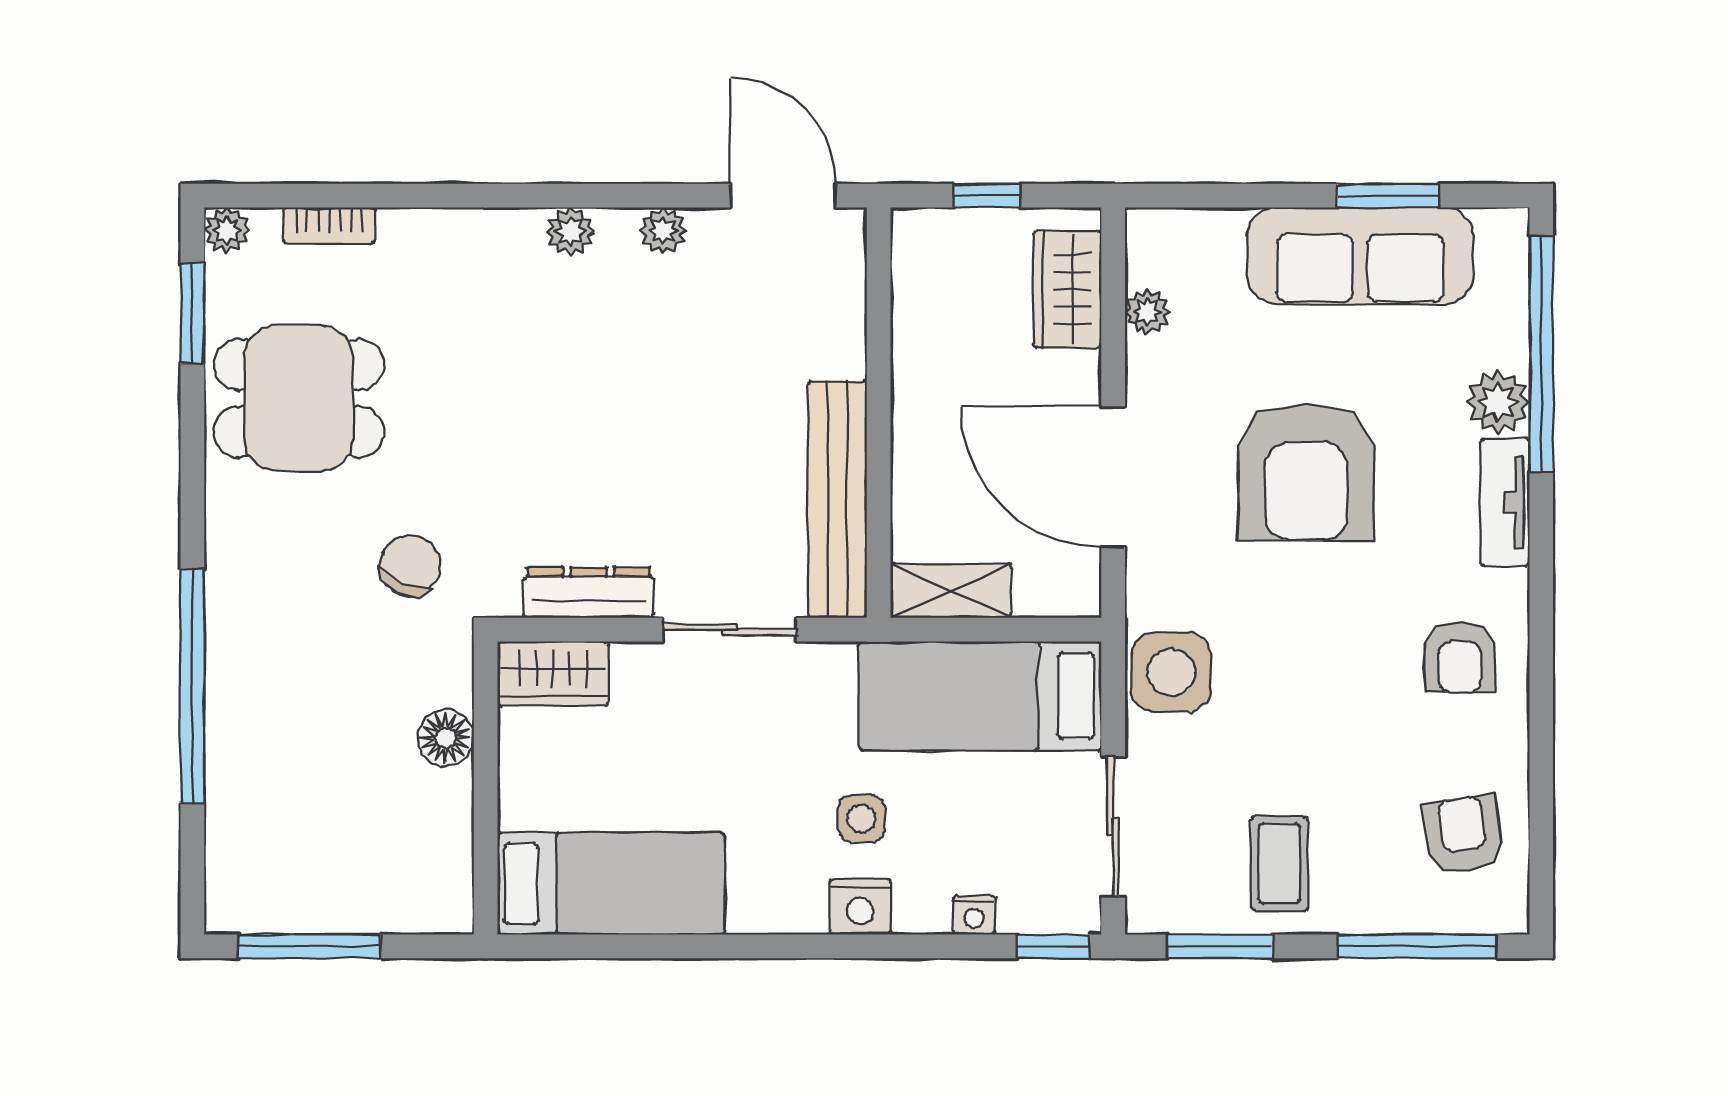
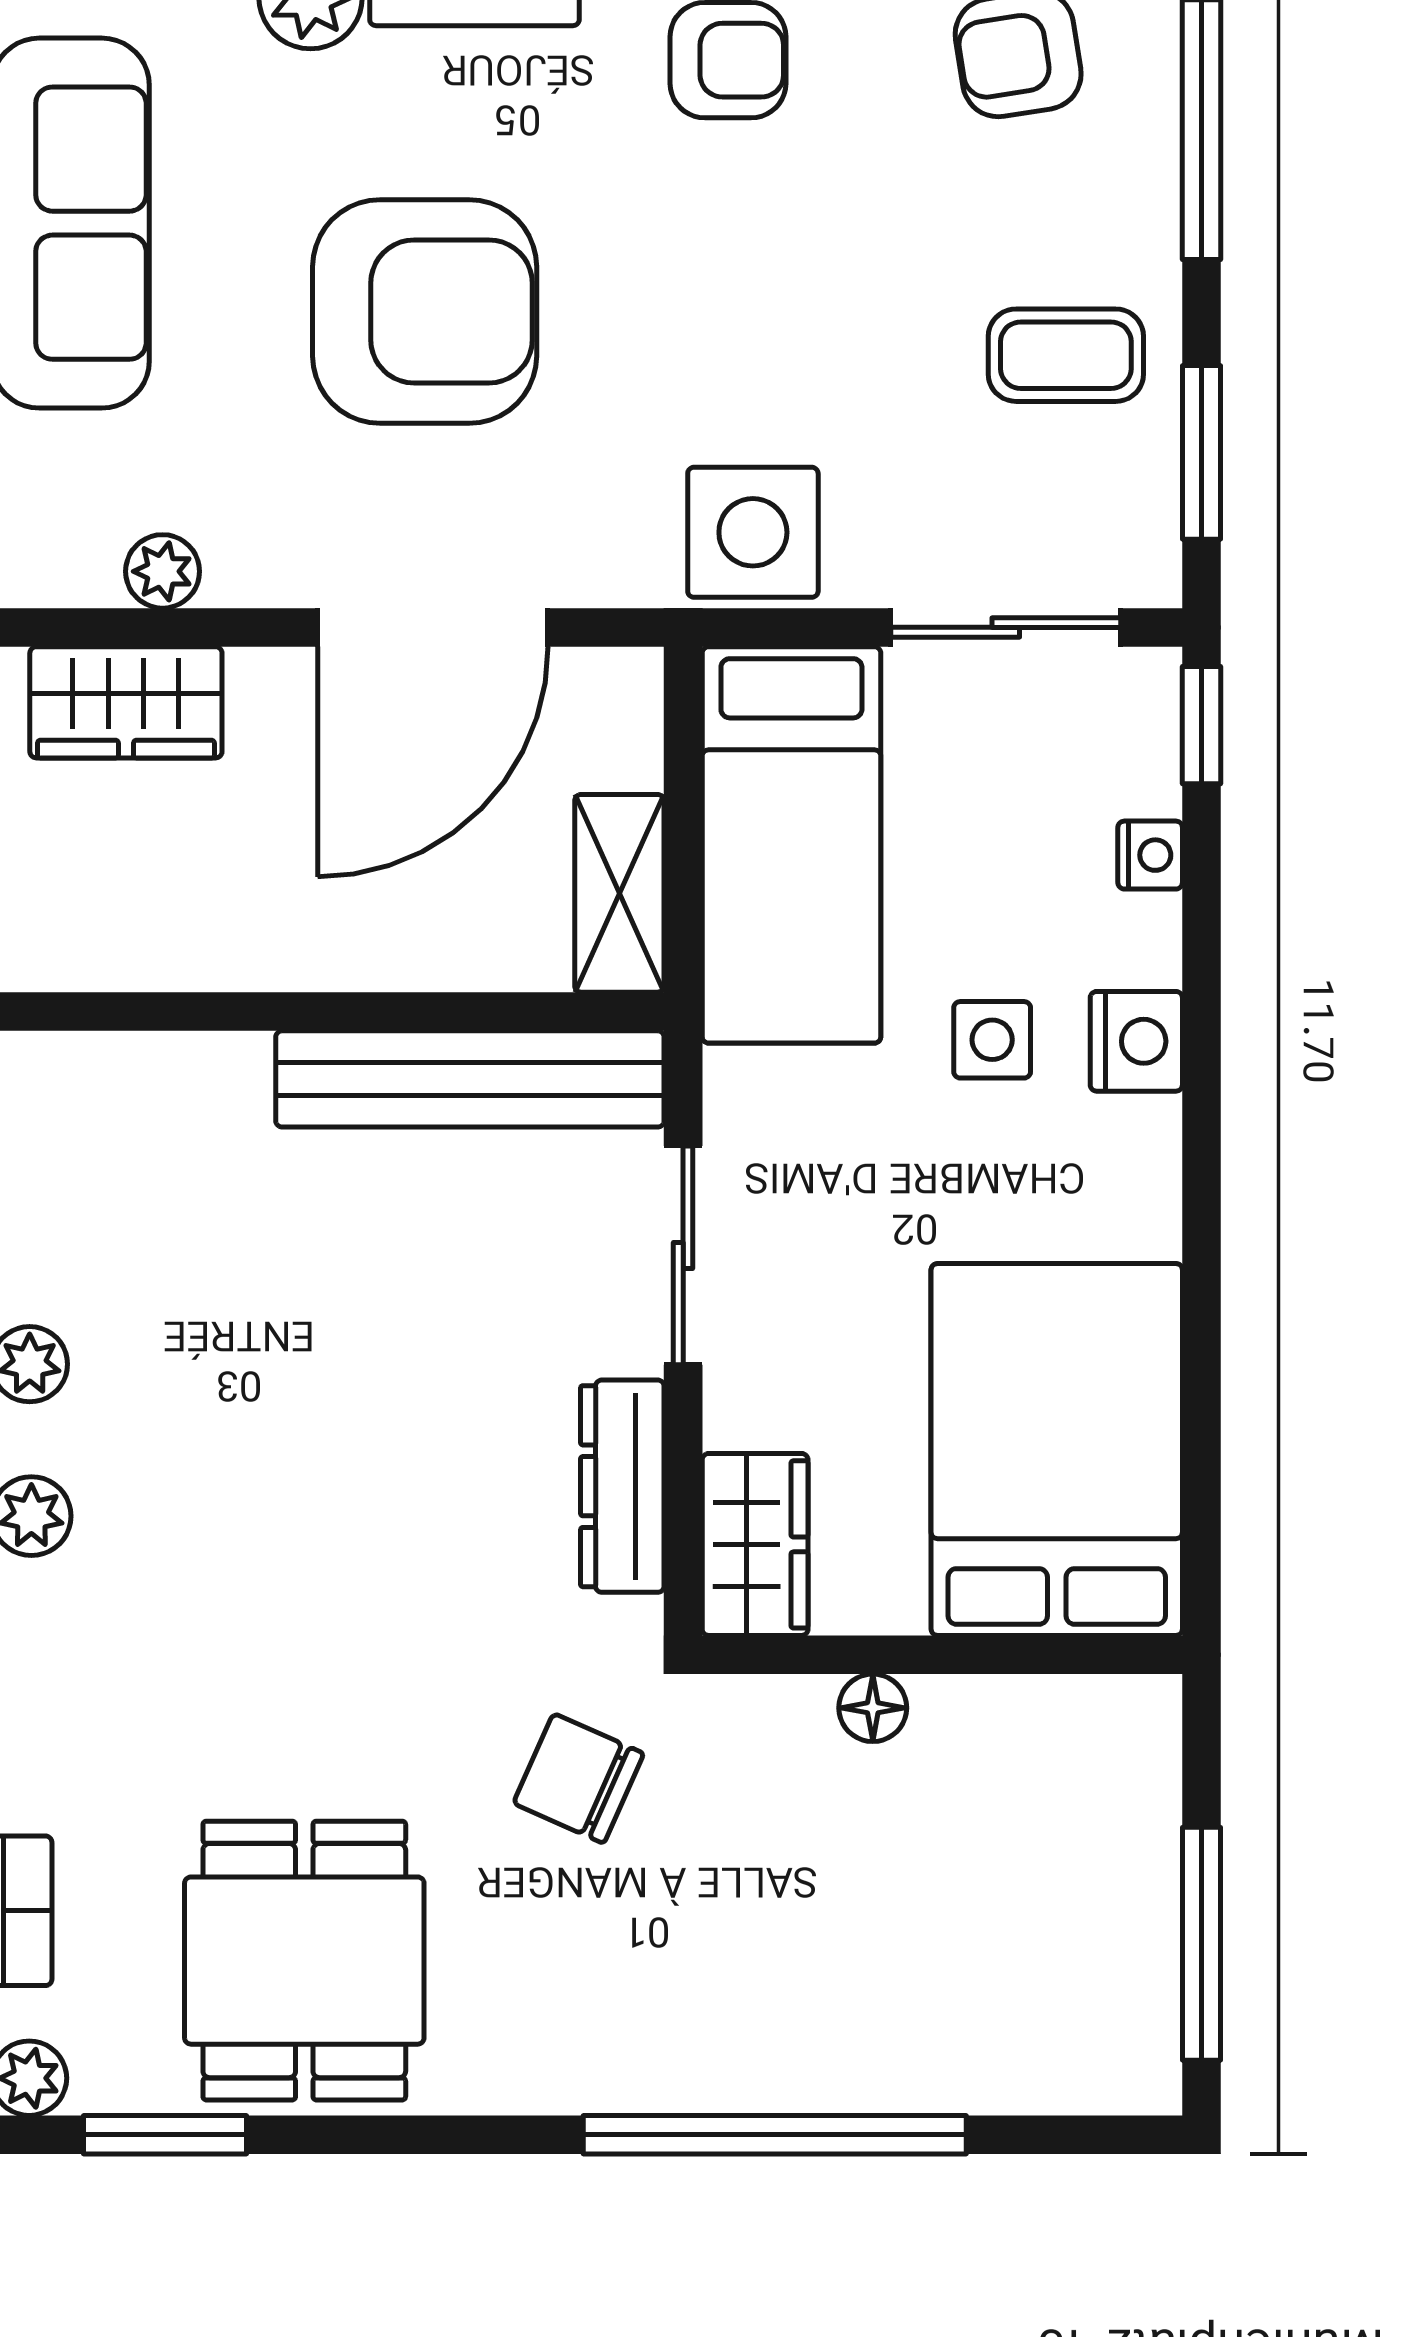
floor lamp: (445, 738) -> (873, 1708), width x0.73, depth x0.73
bed: (611, 884) -> (1057, 1450), width x1.50

